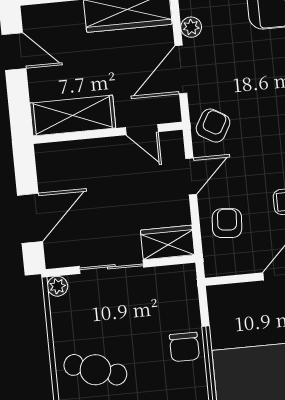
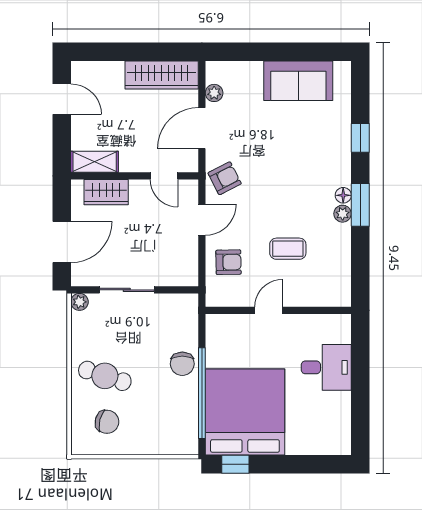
shelving: (73, 116) -> (95, 162), width x0.67, depth x0.75
armchair: (213, 126) -> (225, 178), turned 33
armchair: (227, 223) -> (229, 262), turned 84
wardrobe: (168, 242) -> (106, 192), moved, turned 180

